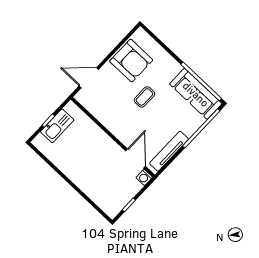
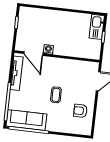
armchair: (131, 61) -> (80, 111), width x0.53, depth x0.53
kitchen sink: (57, 126) -> (97, 27), moved
washing machine: (144, 177) -> (48, 49), moved

